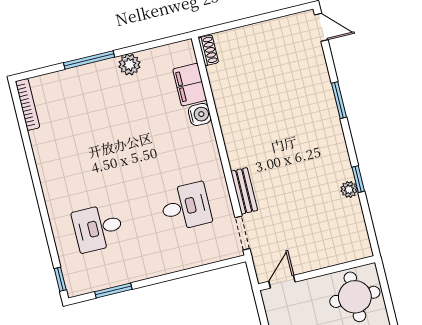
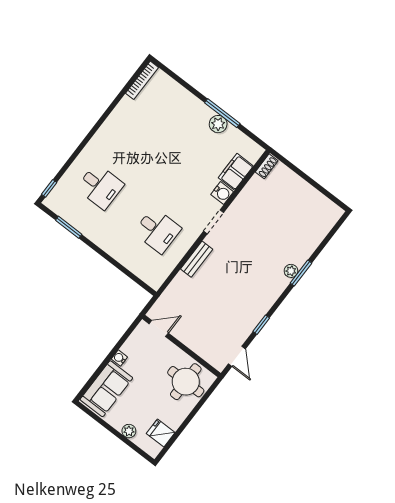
door: (321, 27) -> (237, 356), moved
window: (89, 60) -> (222, 113), moved
plant: (349, 189) -> (291, 271), moved
desk: (98, 228) -> (100, 186), turned 180
doorway: (242, 233) -> (214, 222), moved

